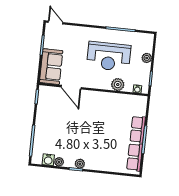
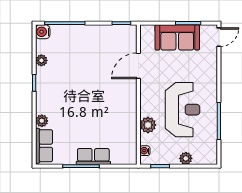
reception desk: (109, 56) -> (183, 110), turned 180
sofa: (51, 67) -> (177, 37), moved
row of seats: (135, 157) -> (44, 146), moved, turned 90
water cooler: (48, 160) -> (43, 32), moved
plant: (80, 164) -> (42, 121), moved

